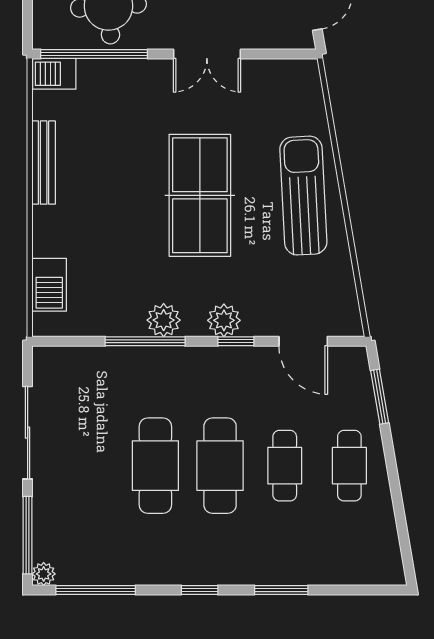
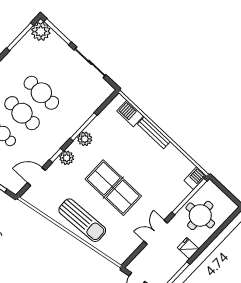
bench: (44, 163) -> (154, 133), moved
plant: (44, 574) -> (41, 31), width x1.88, depth x1.88

